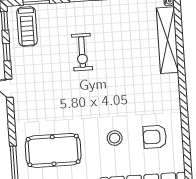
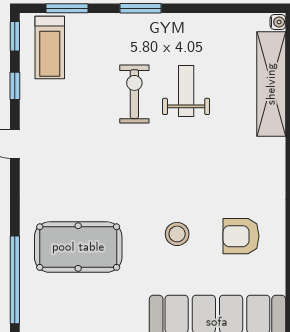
weight bench: (114, 48) -> (186, 91), added
exercise bike: (82, 52) -> (134, 94), turned 180

